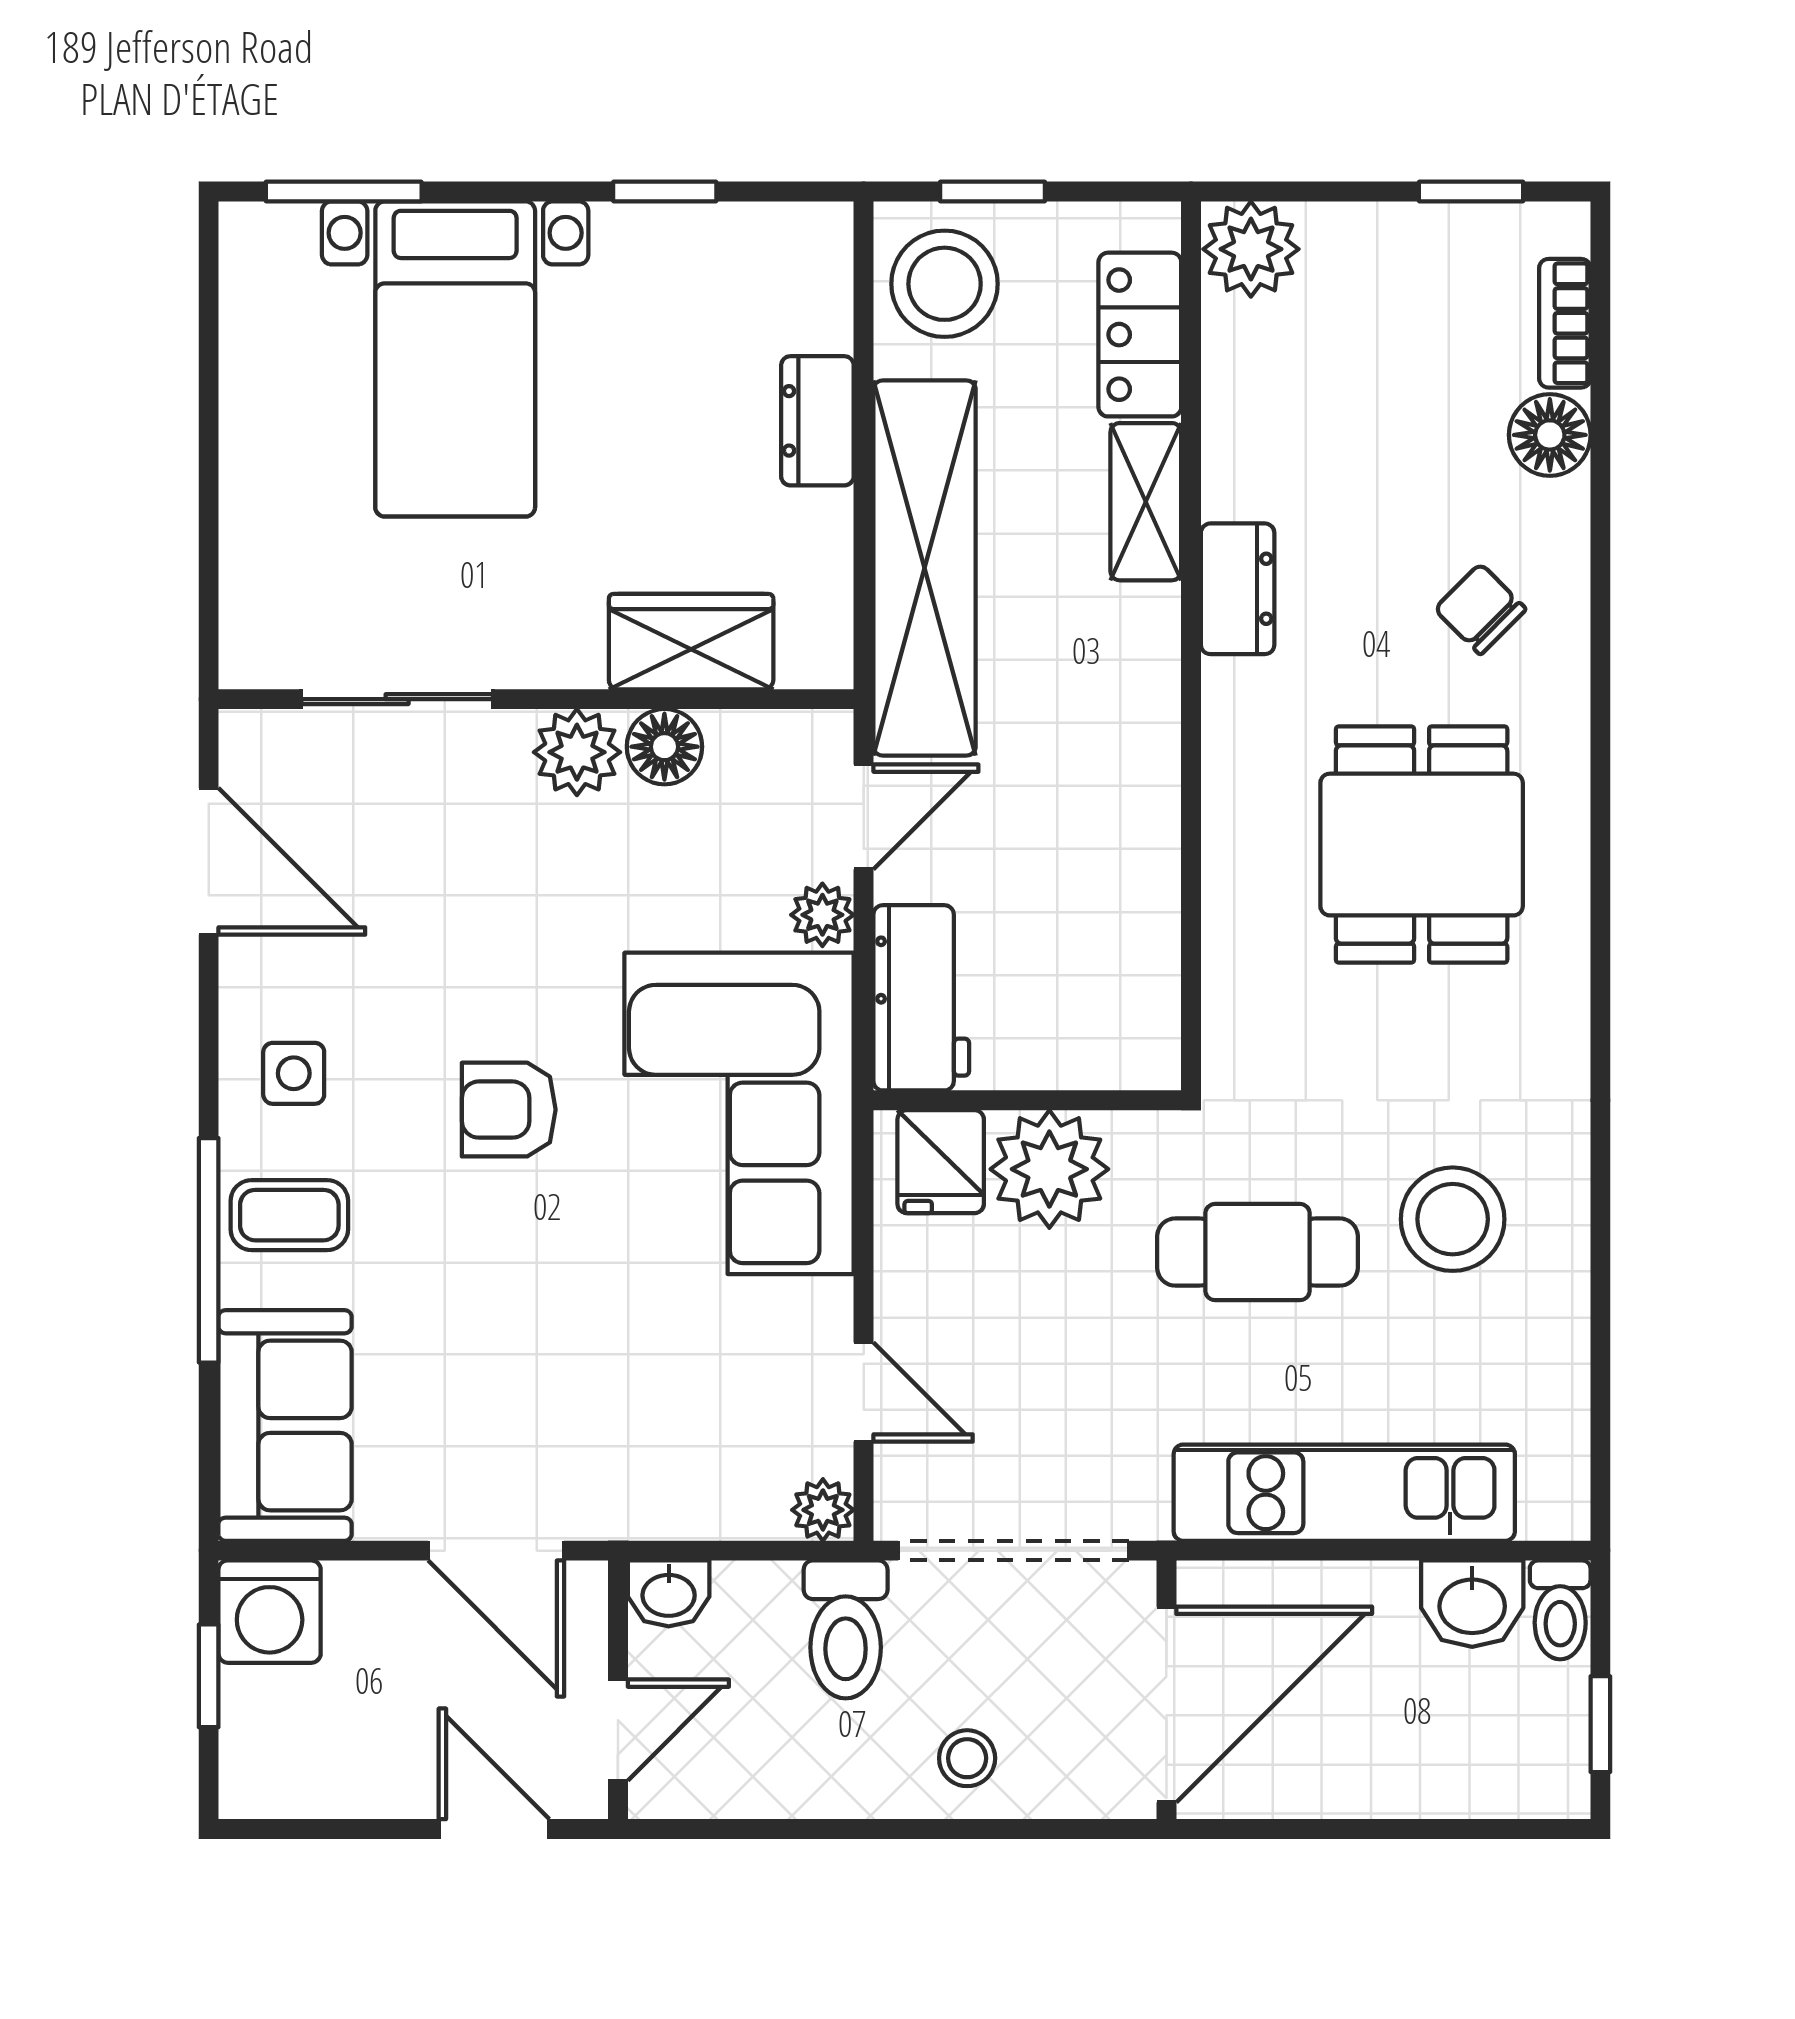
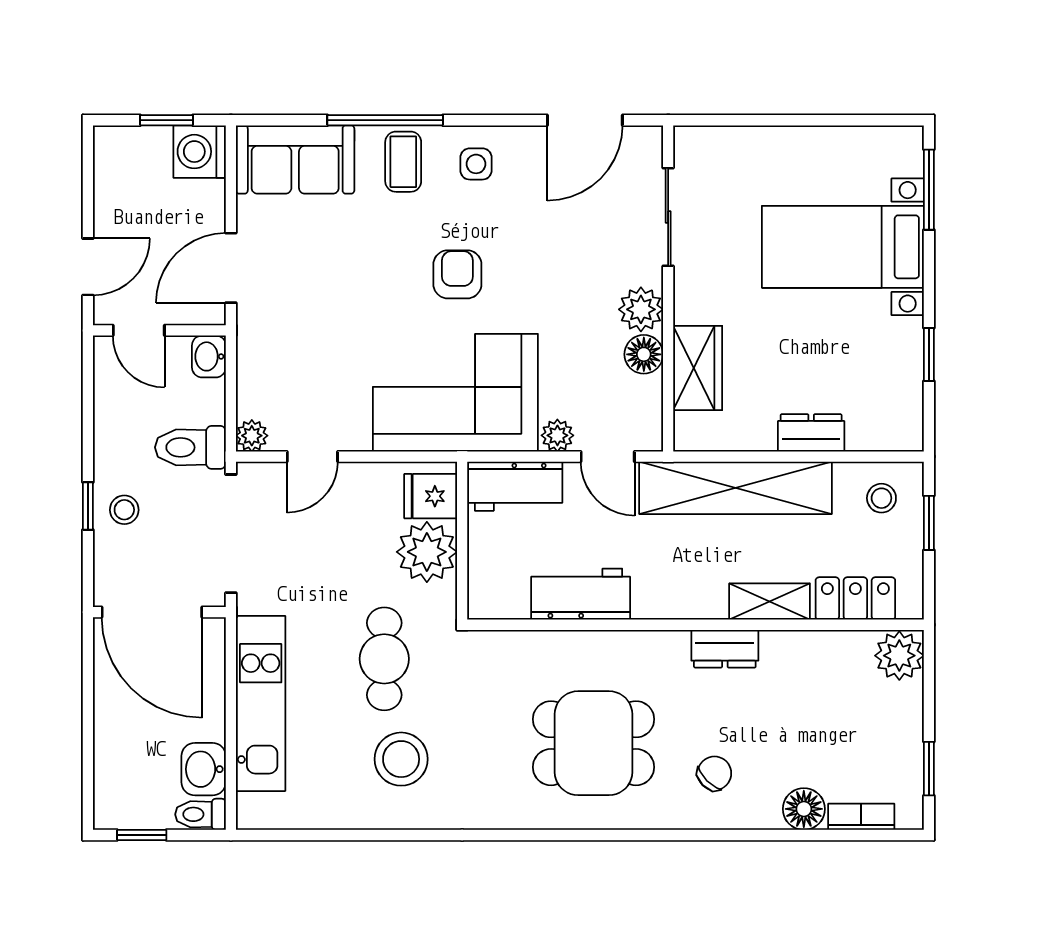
stool: (945, 284) -> (881, 498), width x0.53, depth x0.53
workbench: (1131, 870) -> (581, 594), added
window: (960, 1829) -> (88, 506), added

